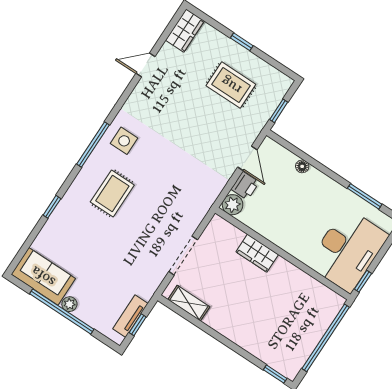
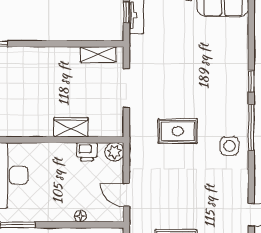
printer: (245, 186) -> (87, 152), moved, turned -90
rug: (112, 193) -> (178, 131), moved, turned 90
window: (52, 207) -> (251, 81), moved

